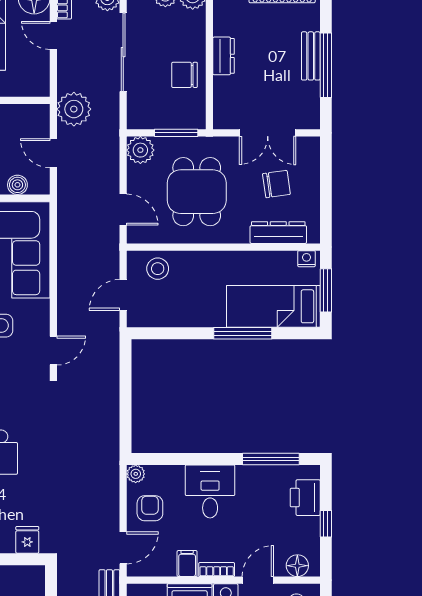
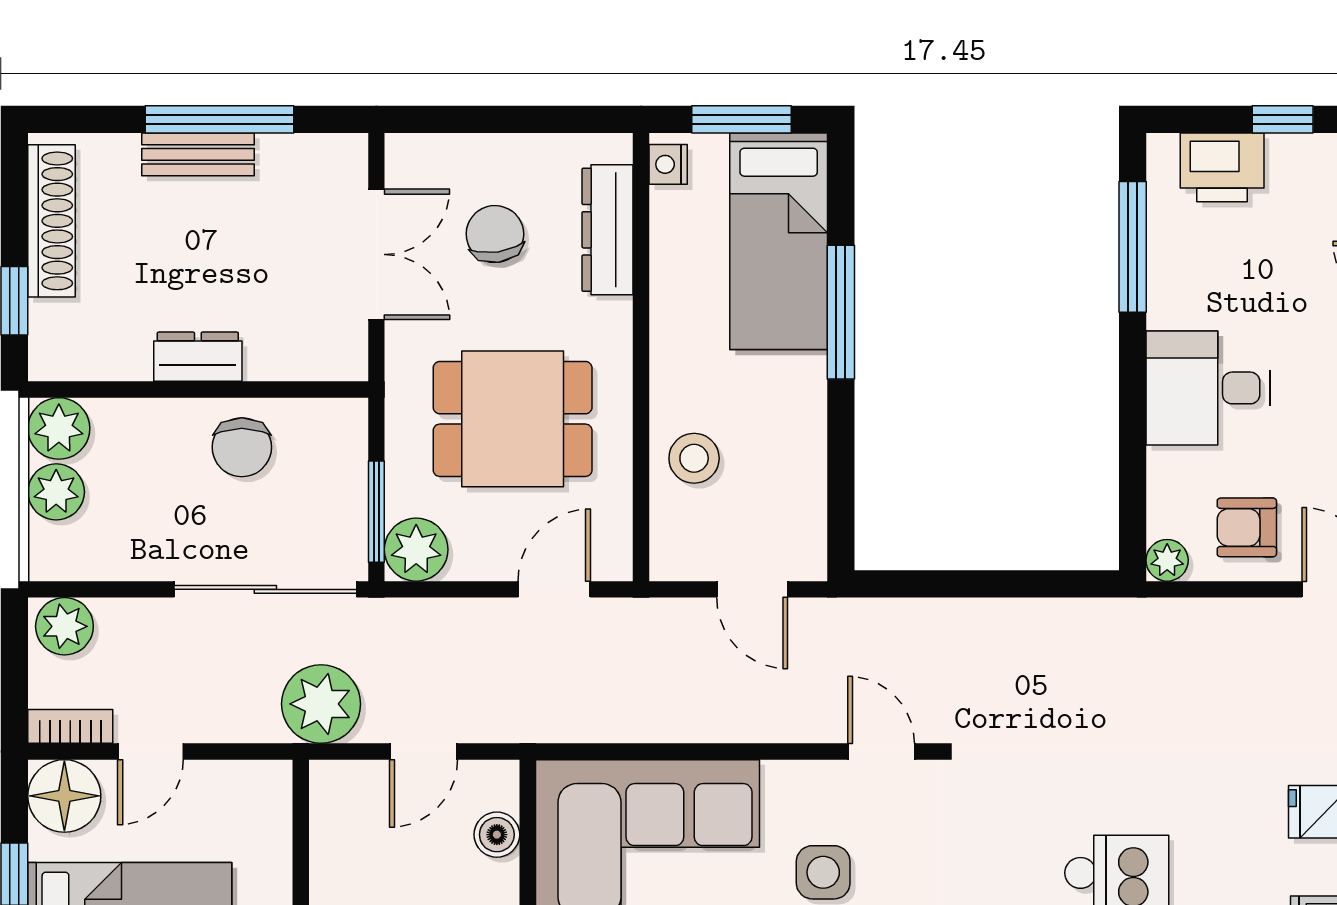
sliding door: (123, 52) -> (265, 589), moved
window: (176, 133) -> (376, 512), moved
stool: (158, 269) -> (694, 458), moved

